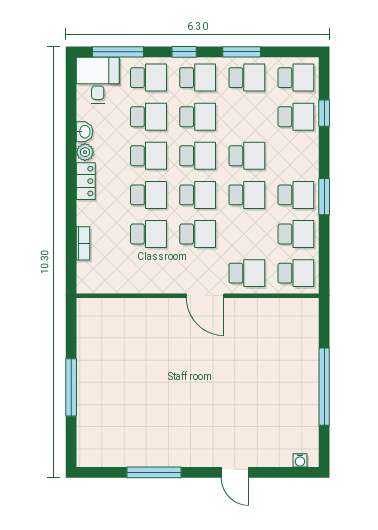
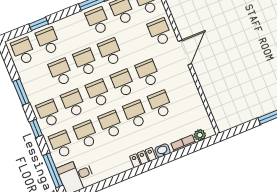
school desk: (247, 78) -> (61, 72), moved
washbasin: (84, 132) -> (162, 151), moved
plant: (85, 152) -> (200, 135), moved

